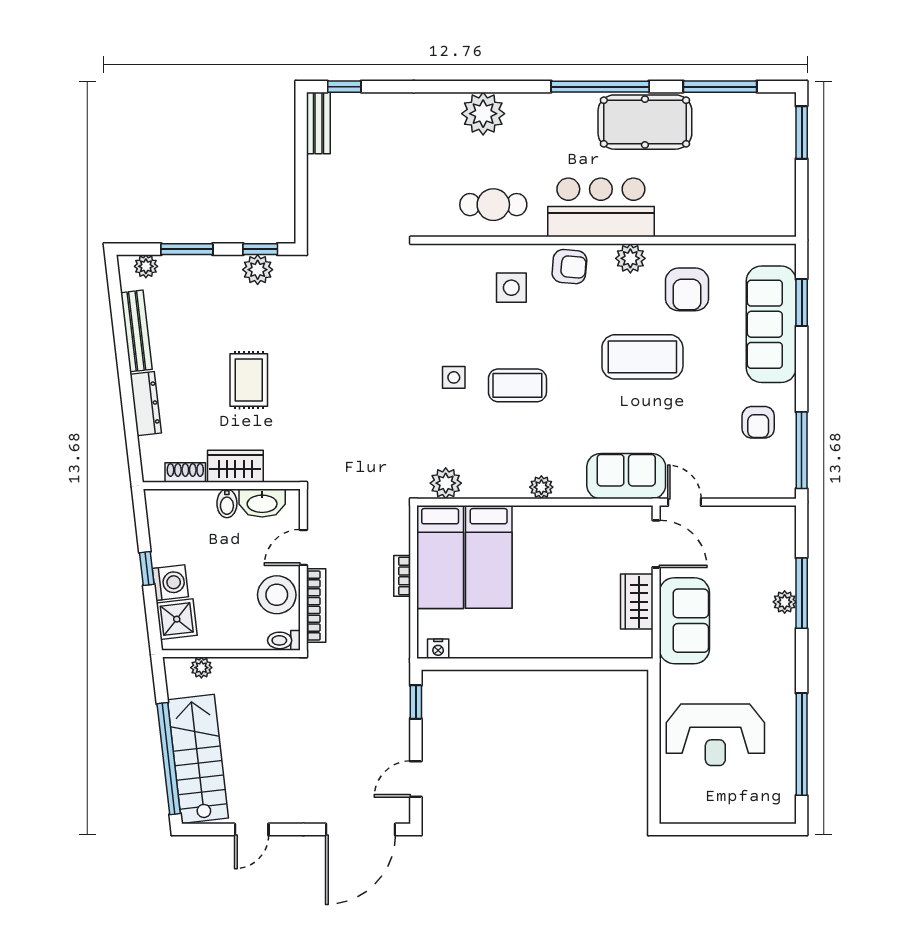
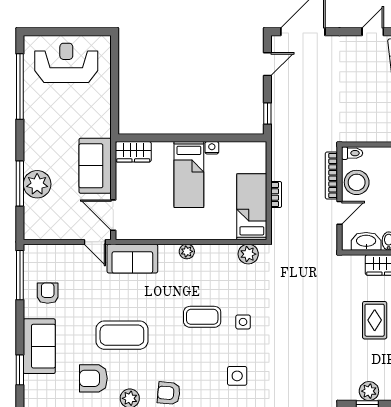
side table: (511, 288) -> (237, 376), moved
armchair: (687, 289) -> (93, 378), turned -90
sofa: (771, 324) -> (39, 346), width x0.73
bed: (489, 557) -> (189, 174), moved, turned 180
wardrobe: (637, 602) -> (133, 152), moved, turned 90
plant: (785, 602) -> (37, 184), width x1.88, depth x1.88
nightstand: (438, 649) -> (212, 148), moved
reception desk: (715, 735) -> (66, 63), moved

